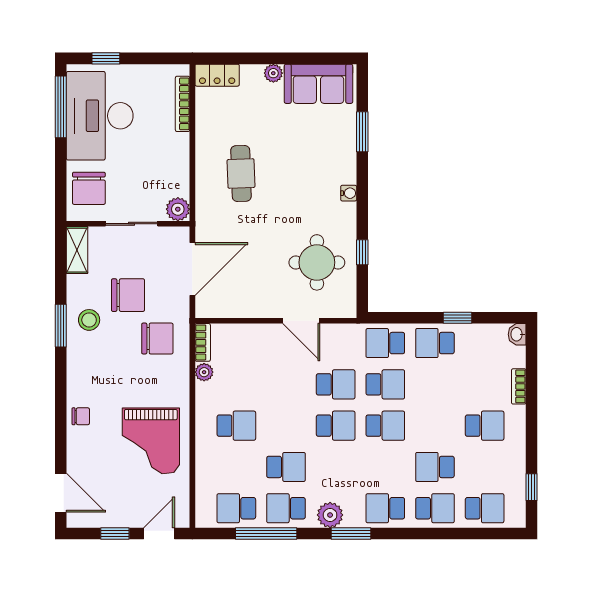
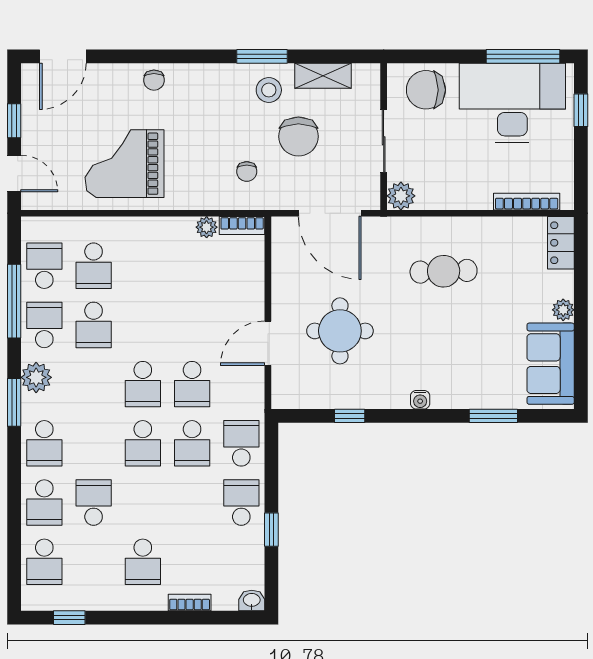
shelving: (77, 250) -> (323, 76), moved
round table: (317, 262) -> (340, 331), moved
chair: (157, 339) -> (247, 171), width x0.54, depth x0.54
school desk: (236, 426) -> (94, 266), moved
school desk: (385, 508) -> (44, 443), turned 180

